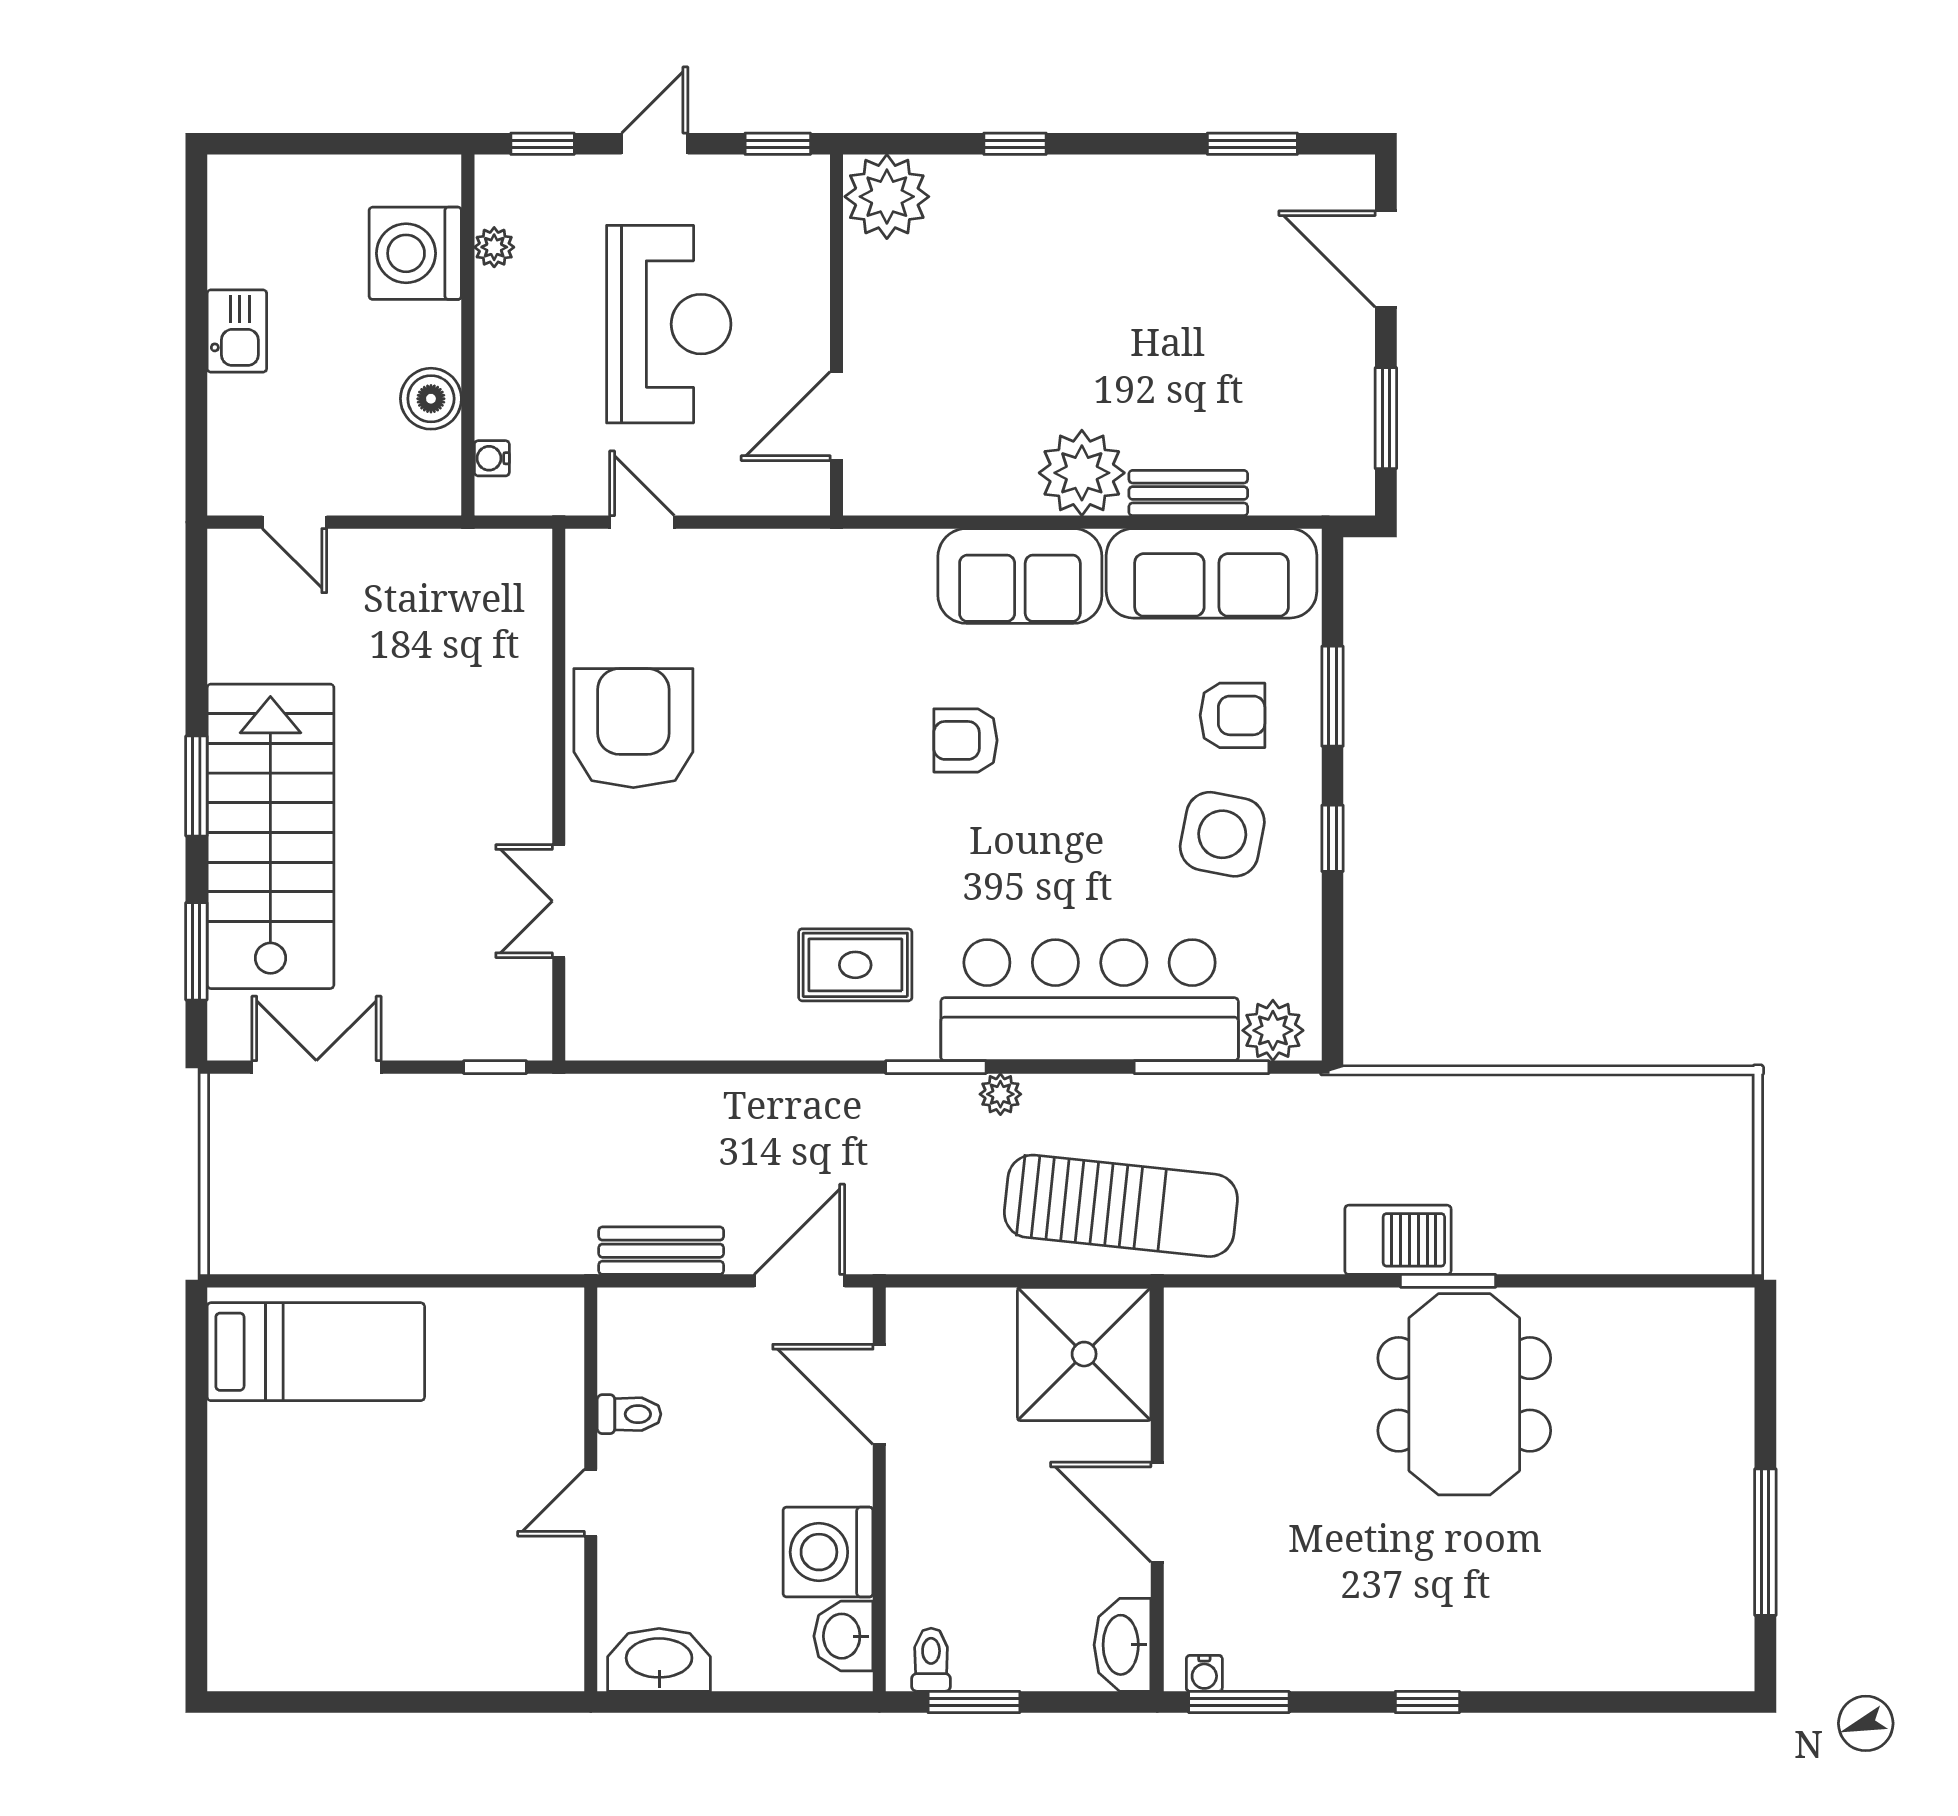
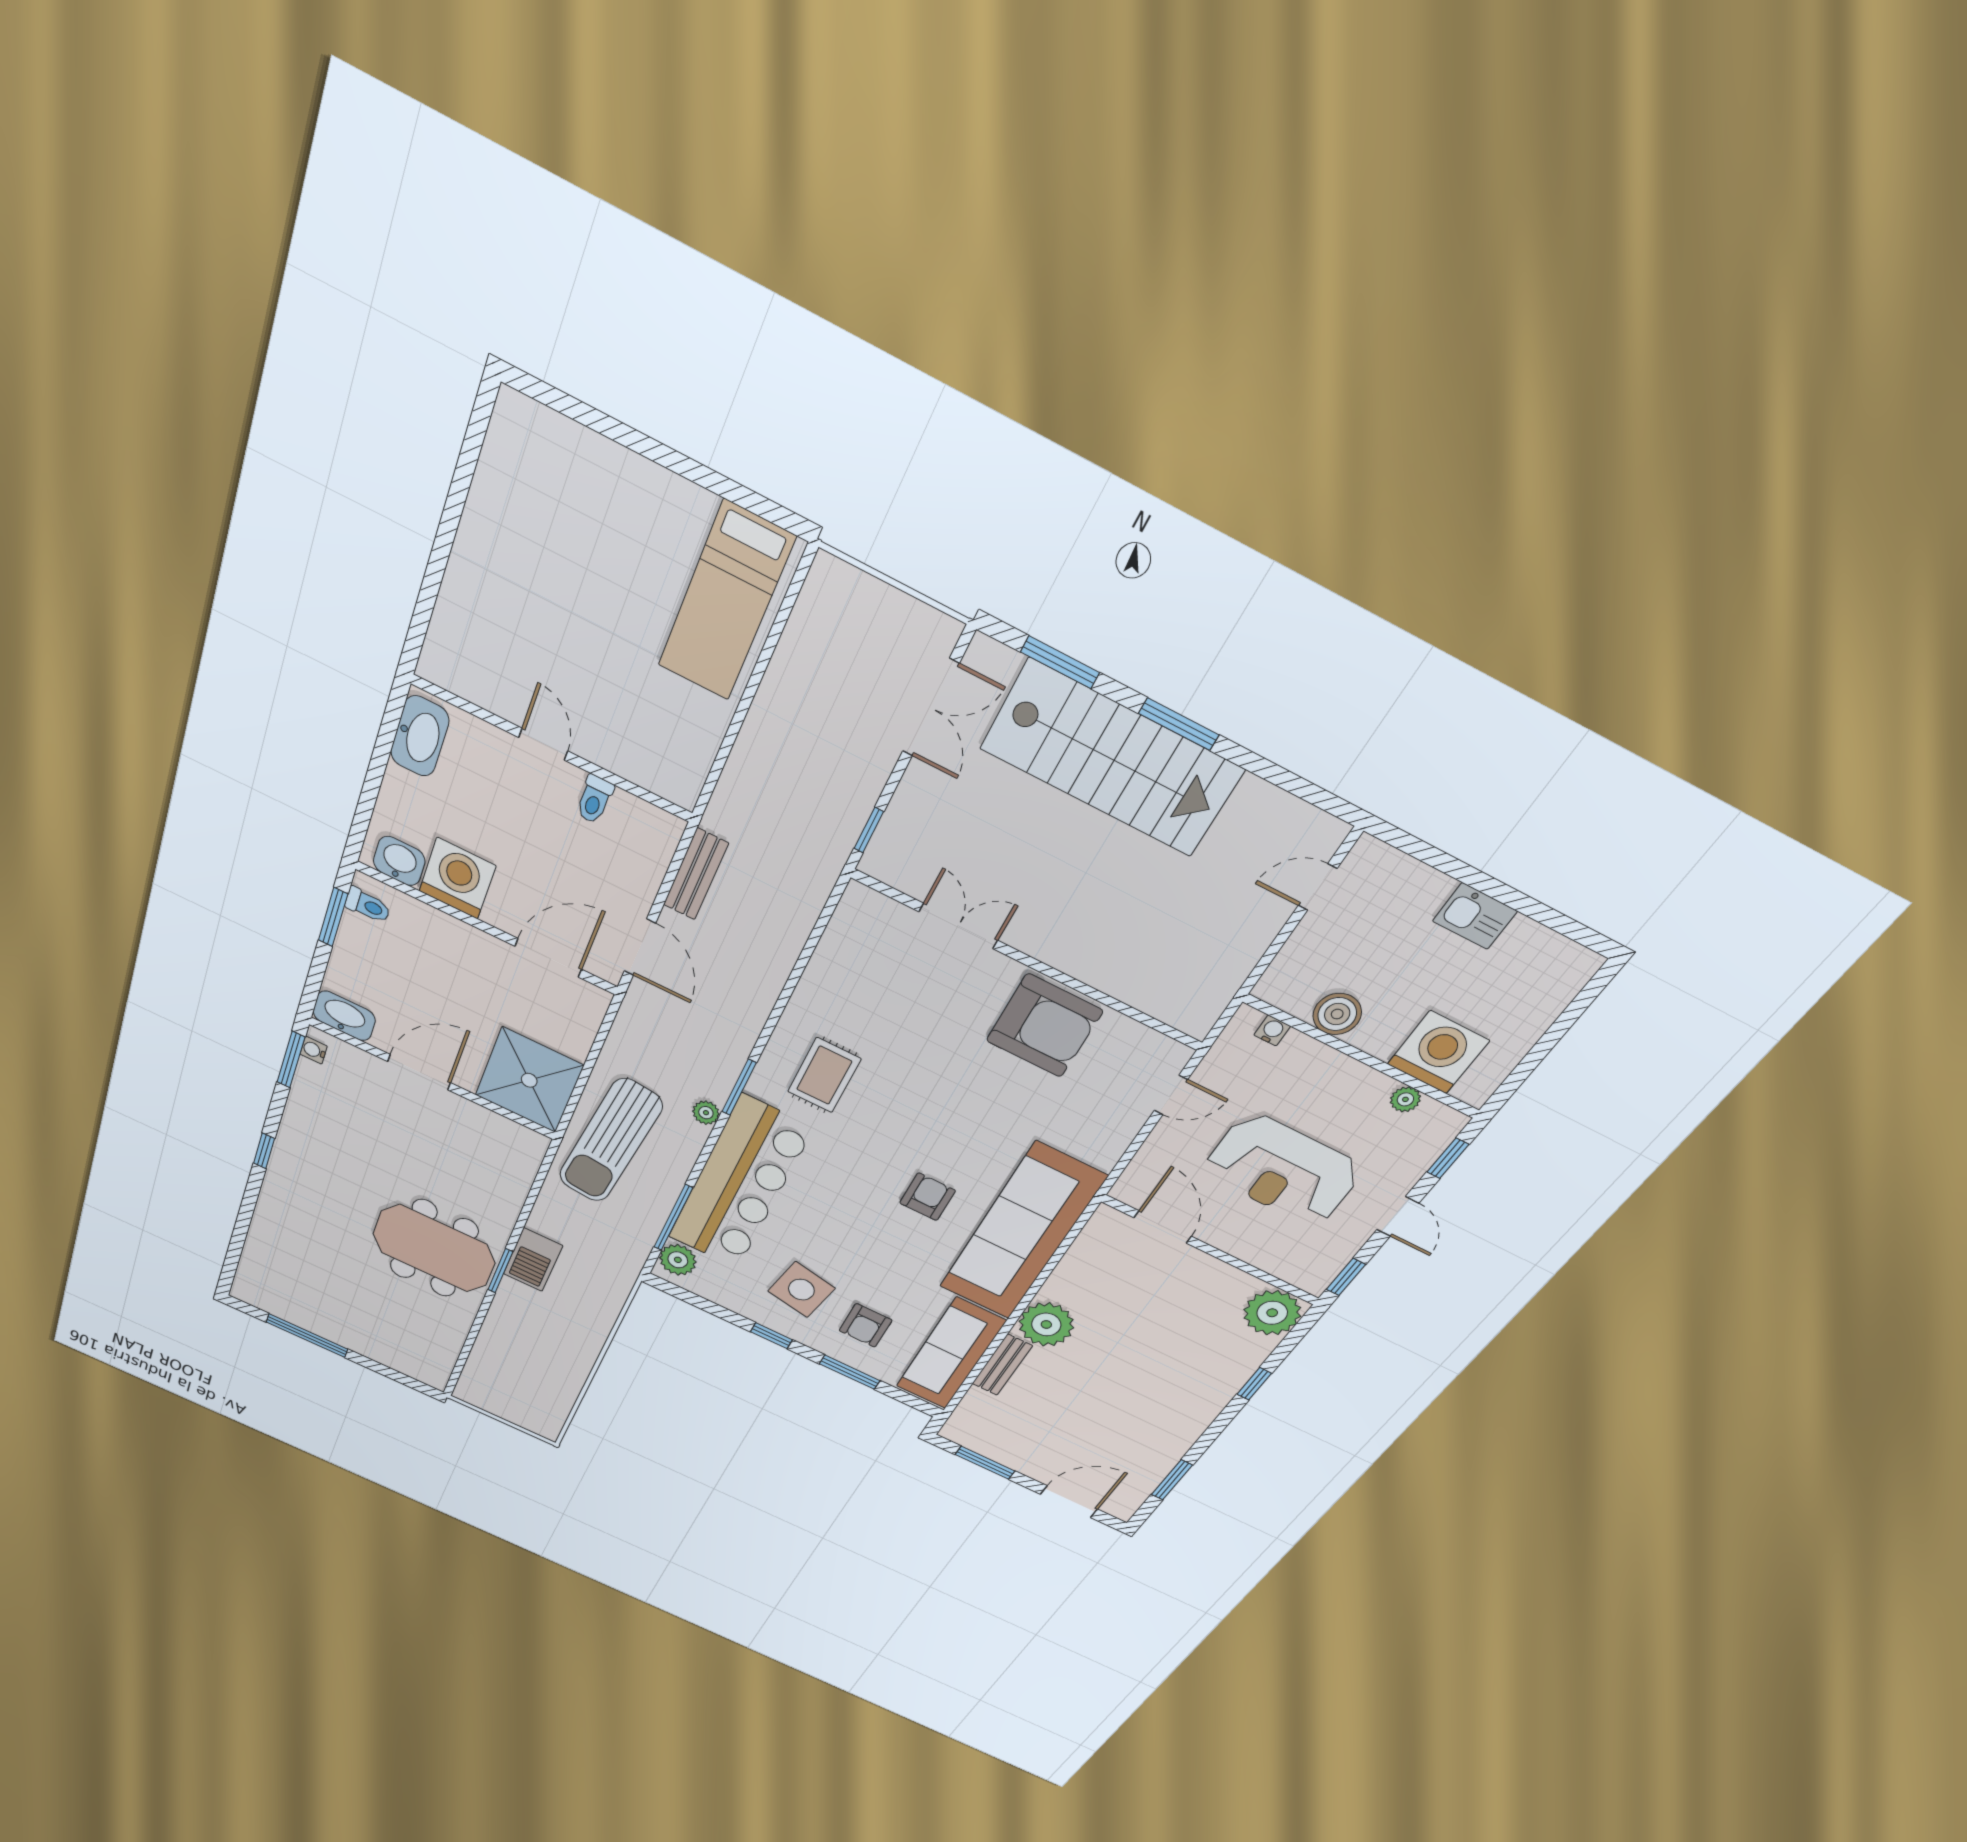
sofa: (1020, 576) -> (1022, 1232), width x1.85, depth x1.27

